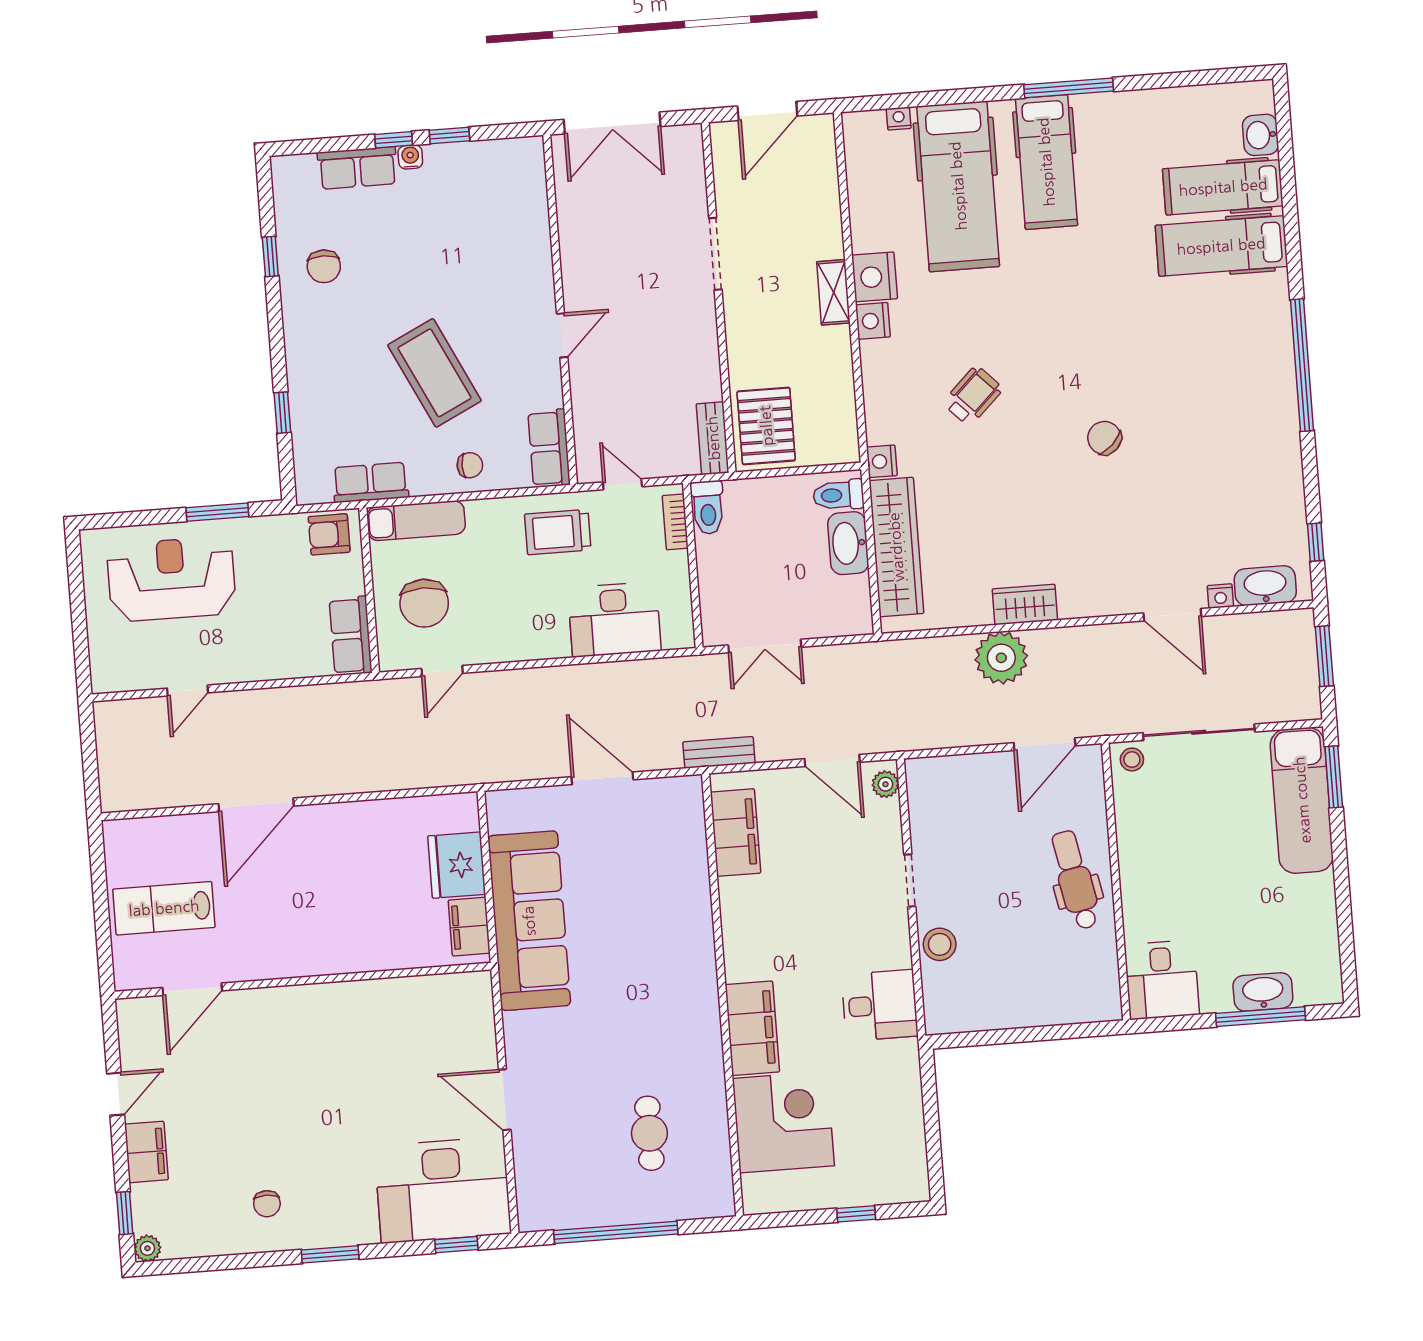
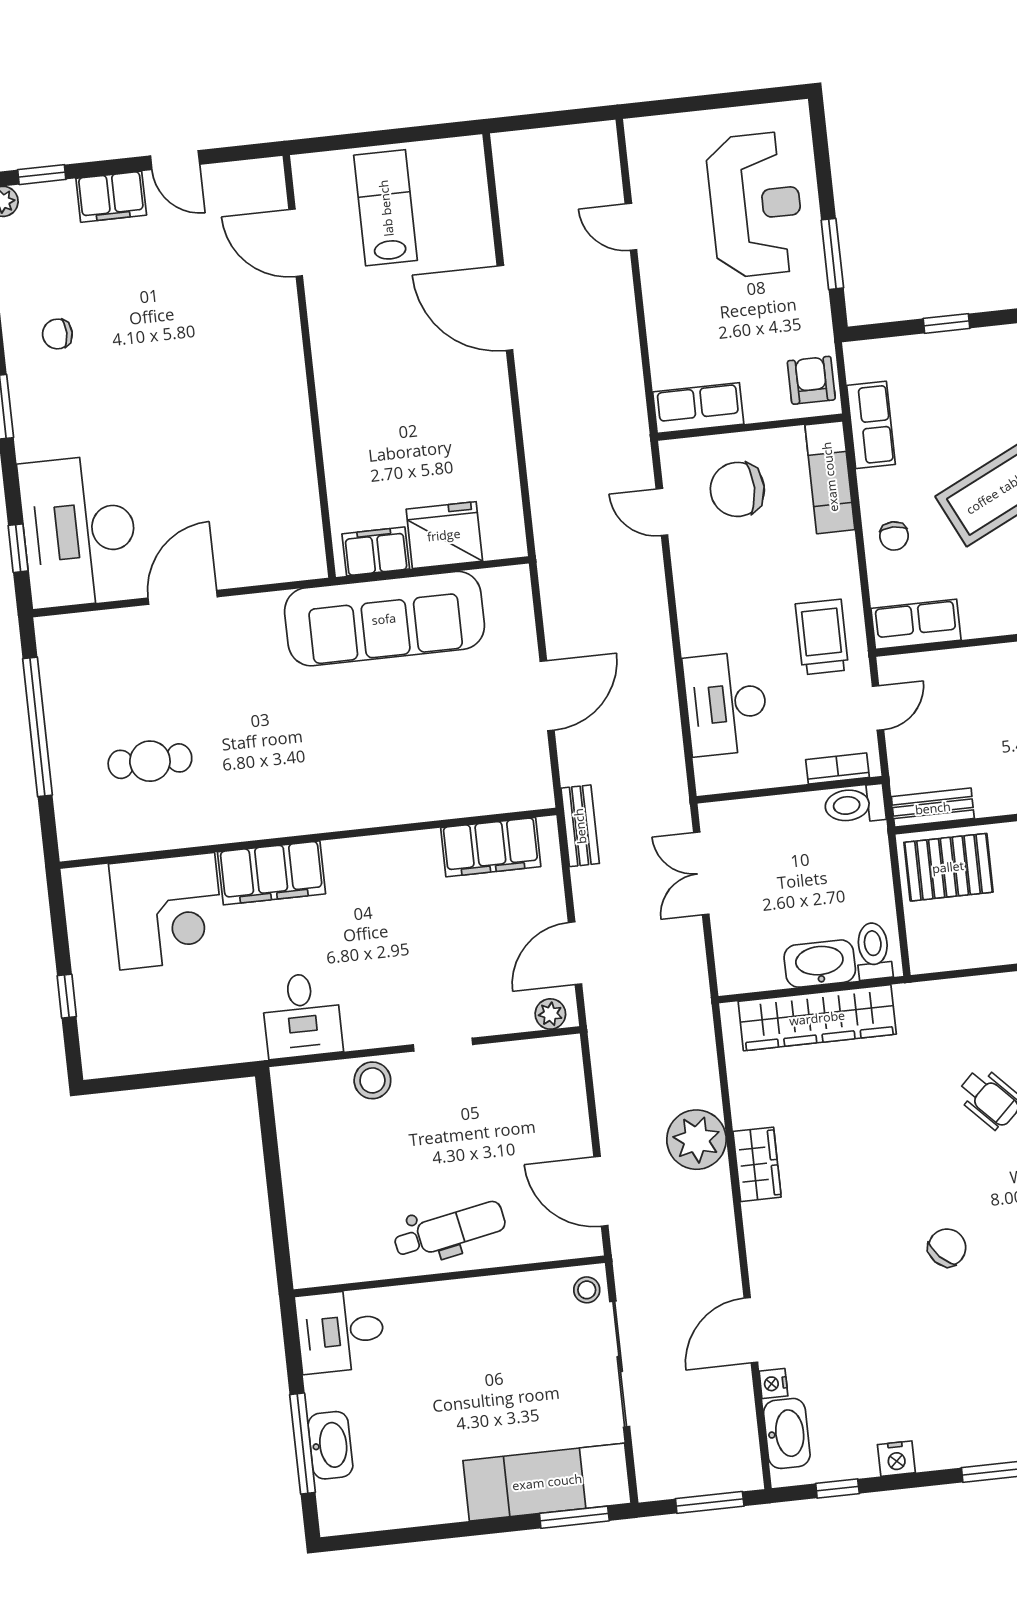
nightstand: (882, 461) -> (896, 1459), moved, turned 180

